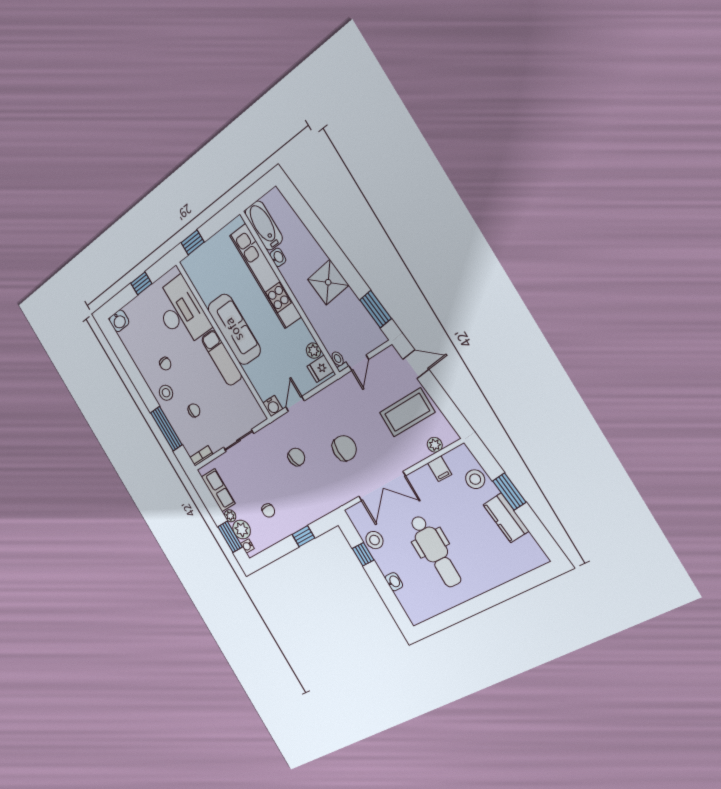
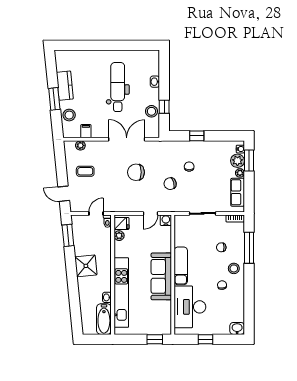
coffee table: (407, 412) -> (85, 171), width x0.54, depth x0.58
chair: (268, 510) -> (189, 167), moved

